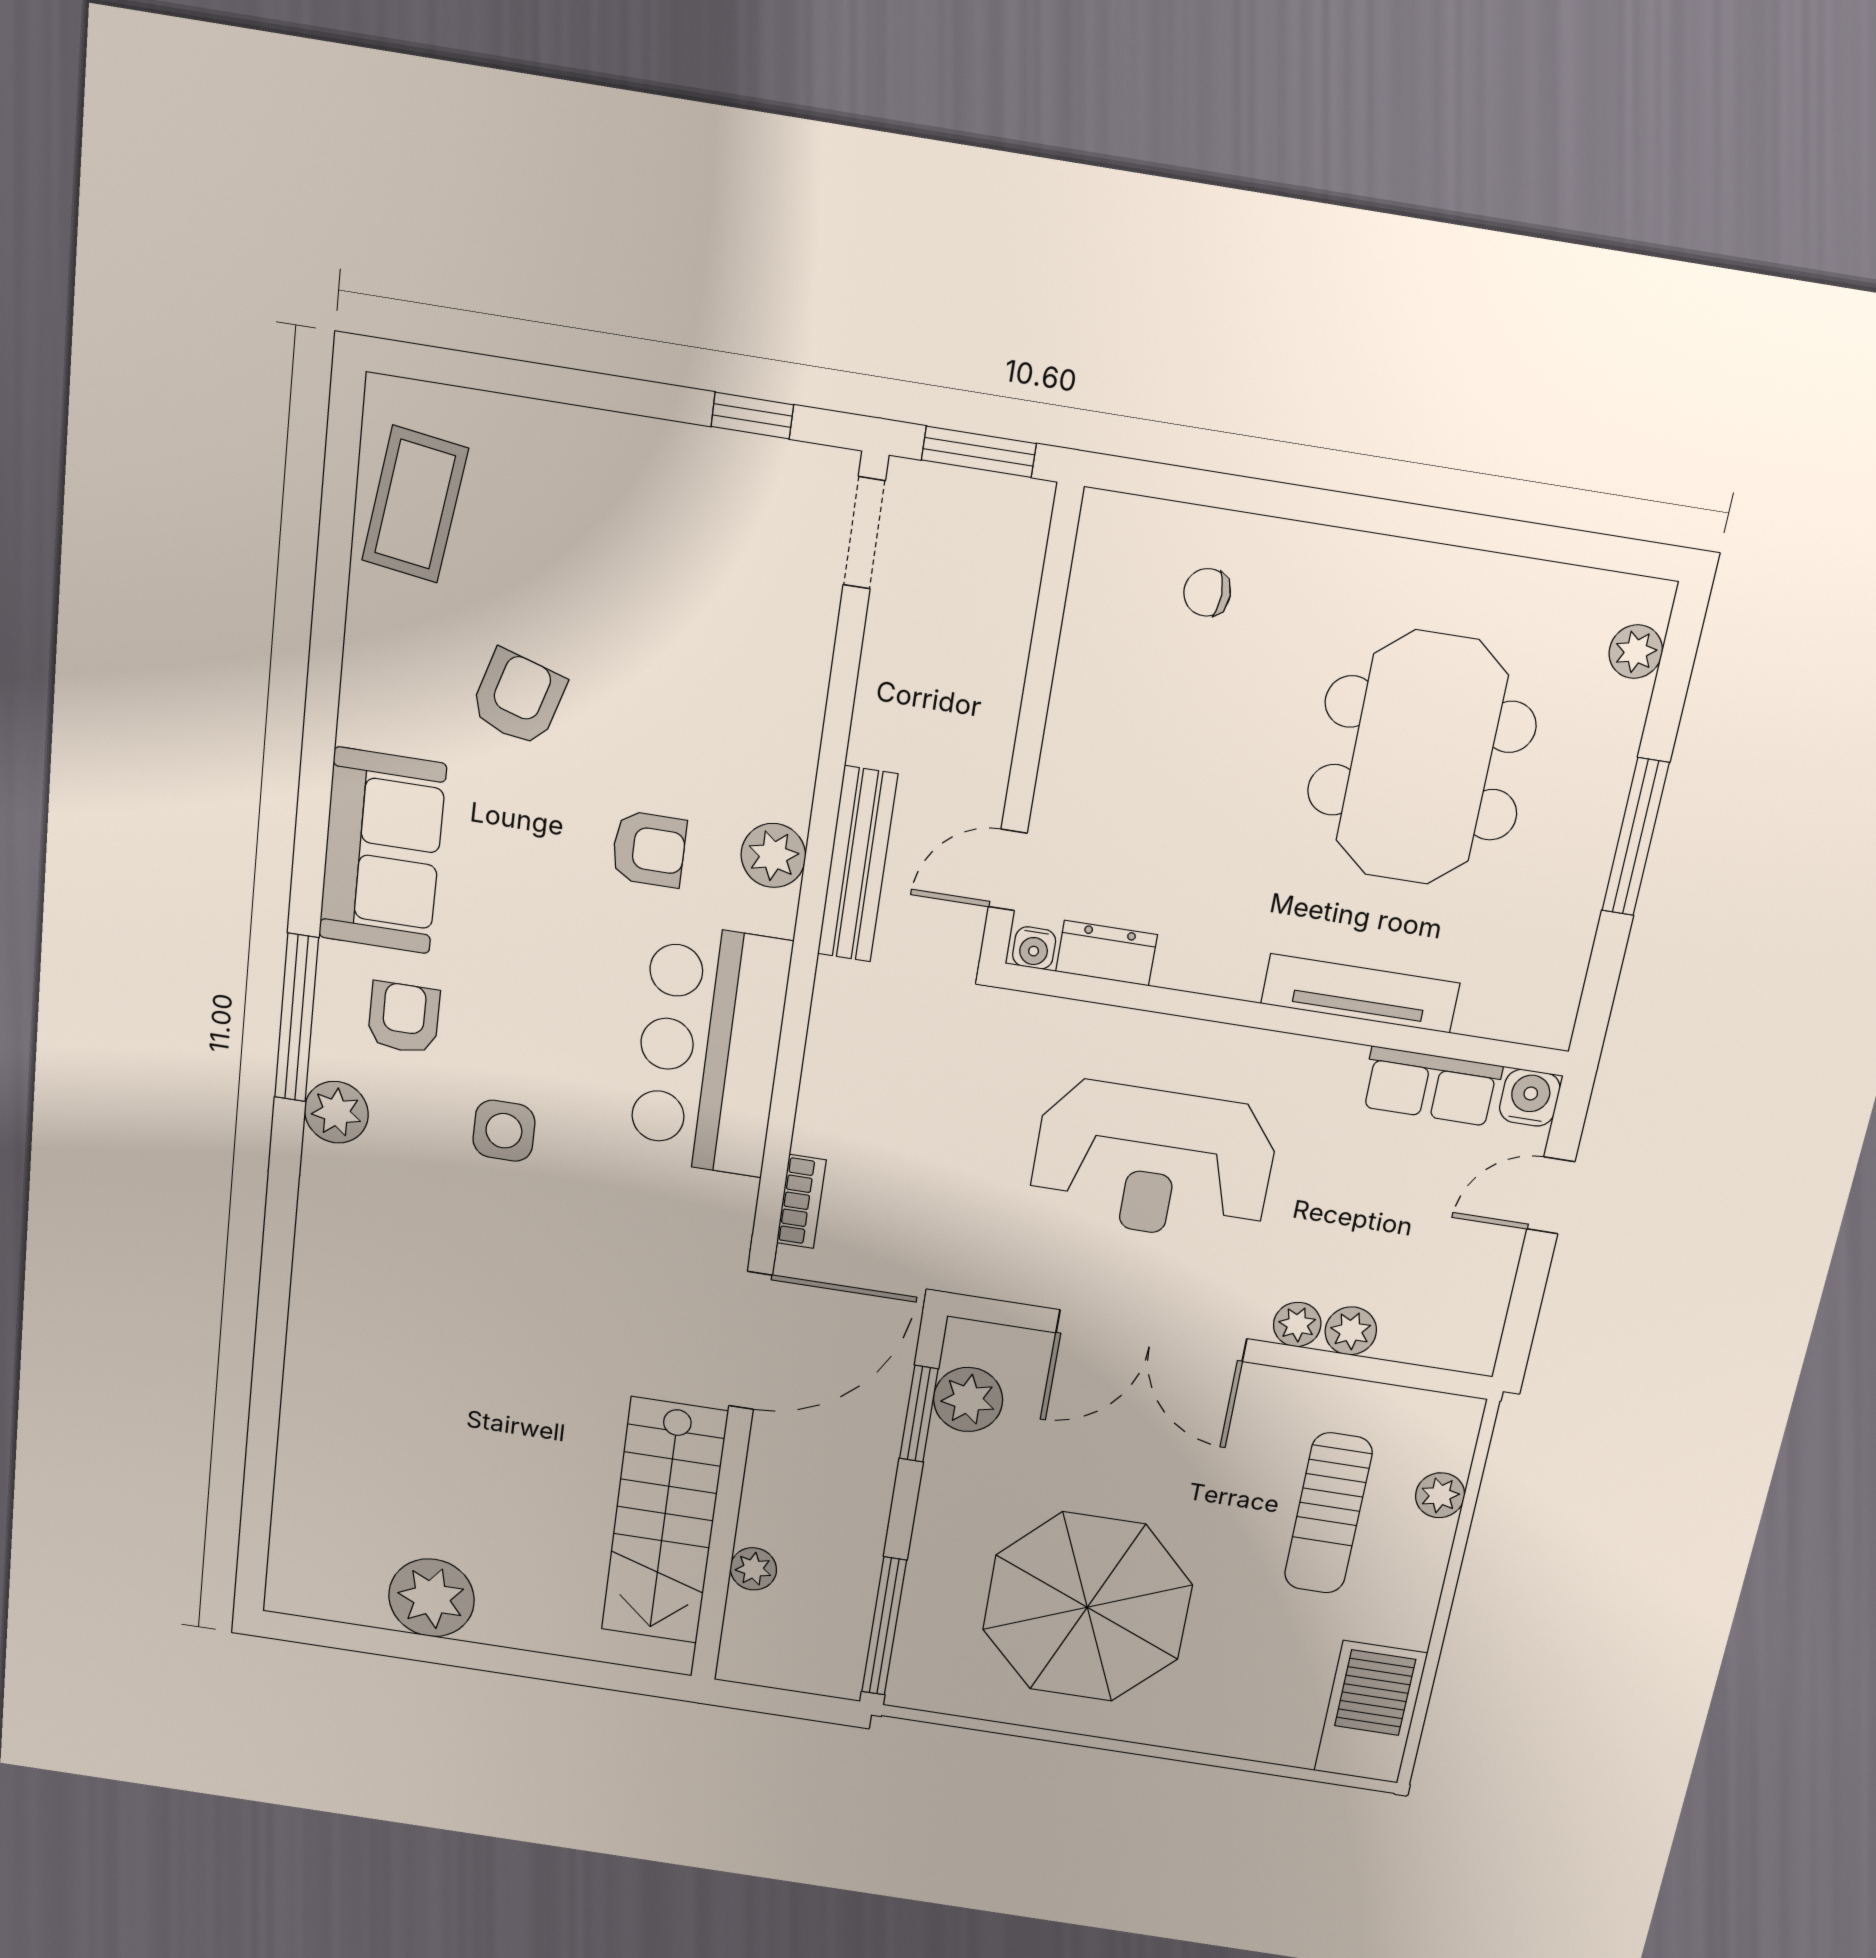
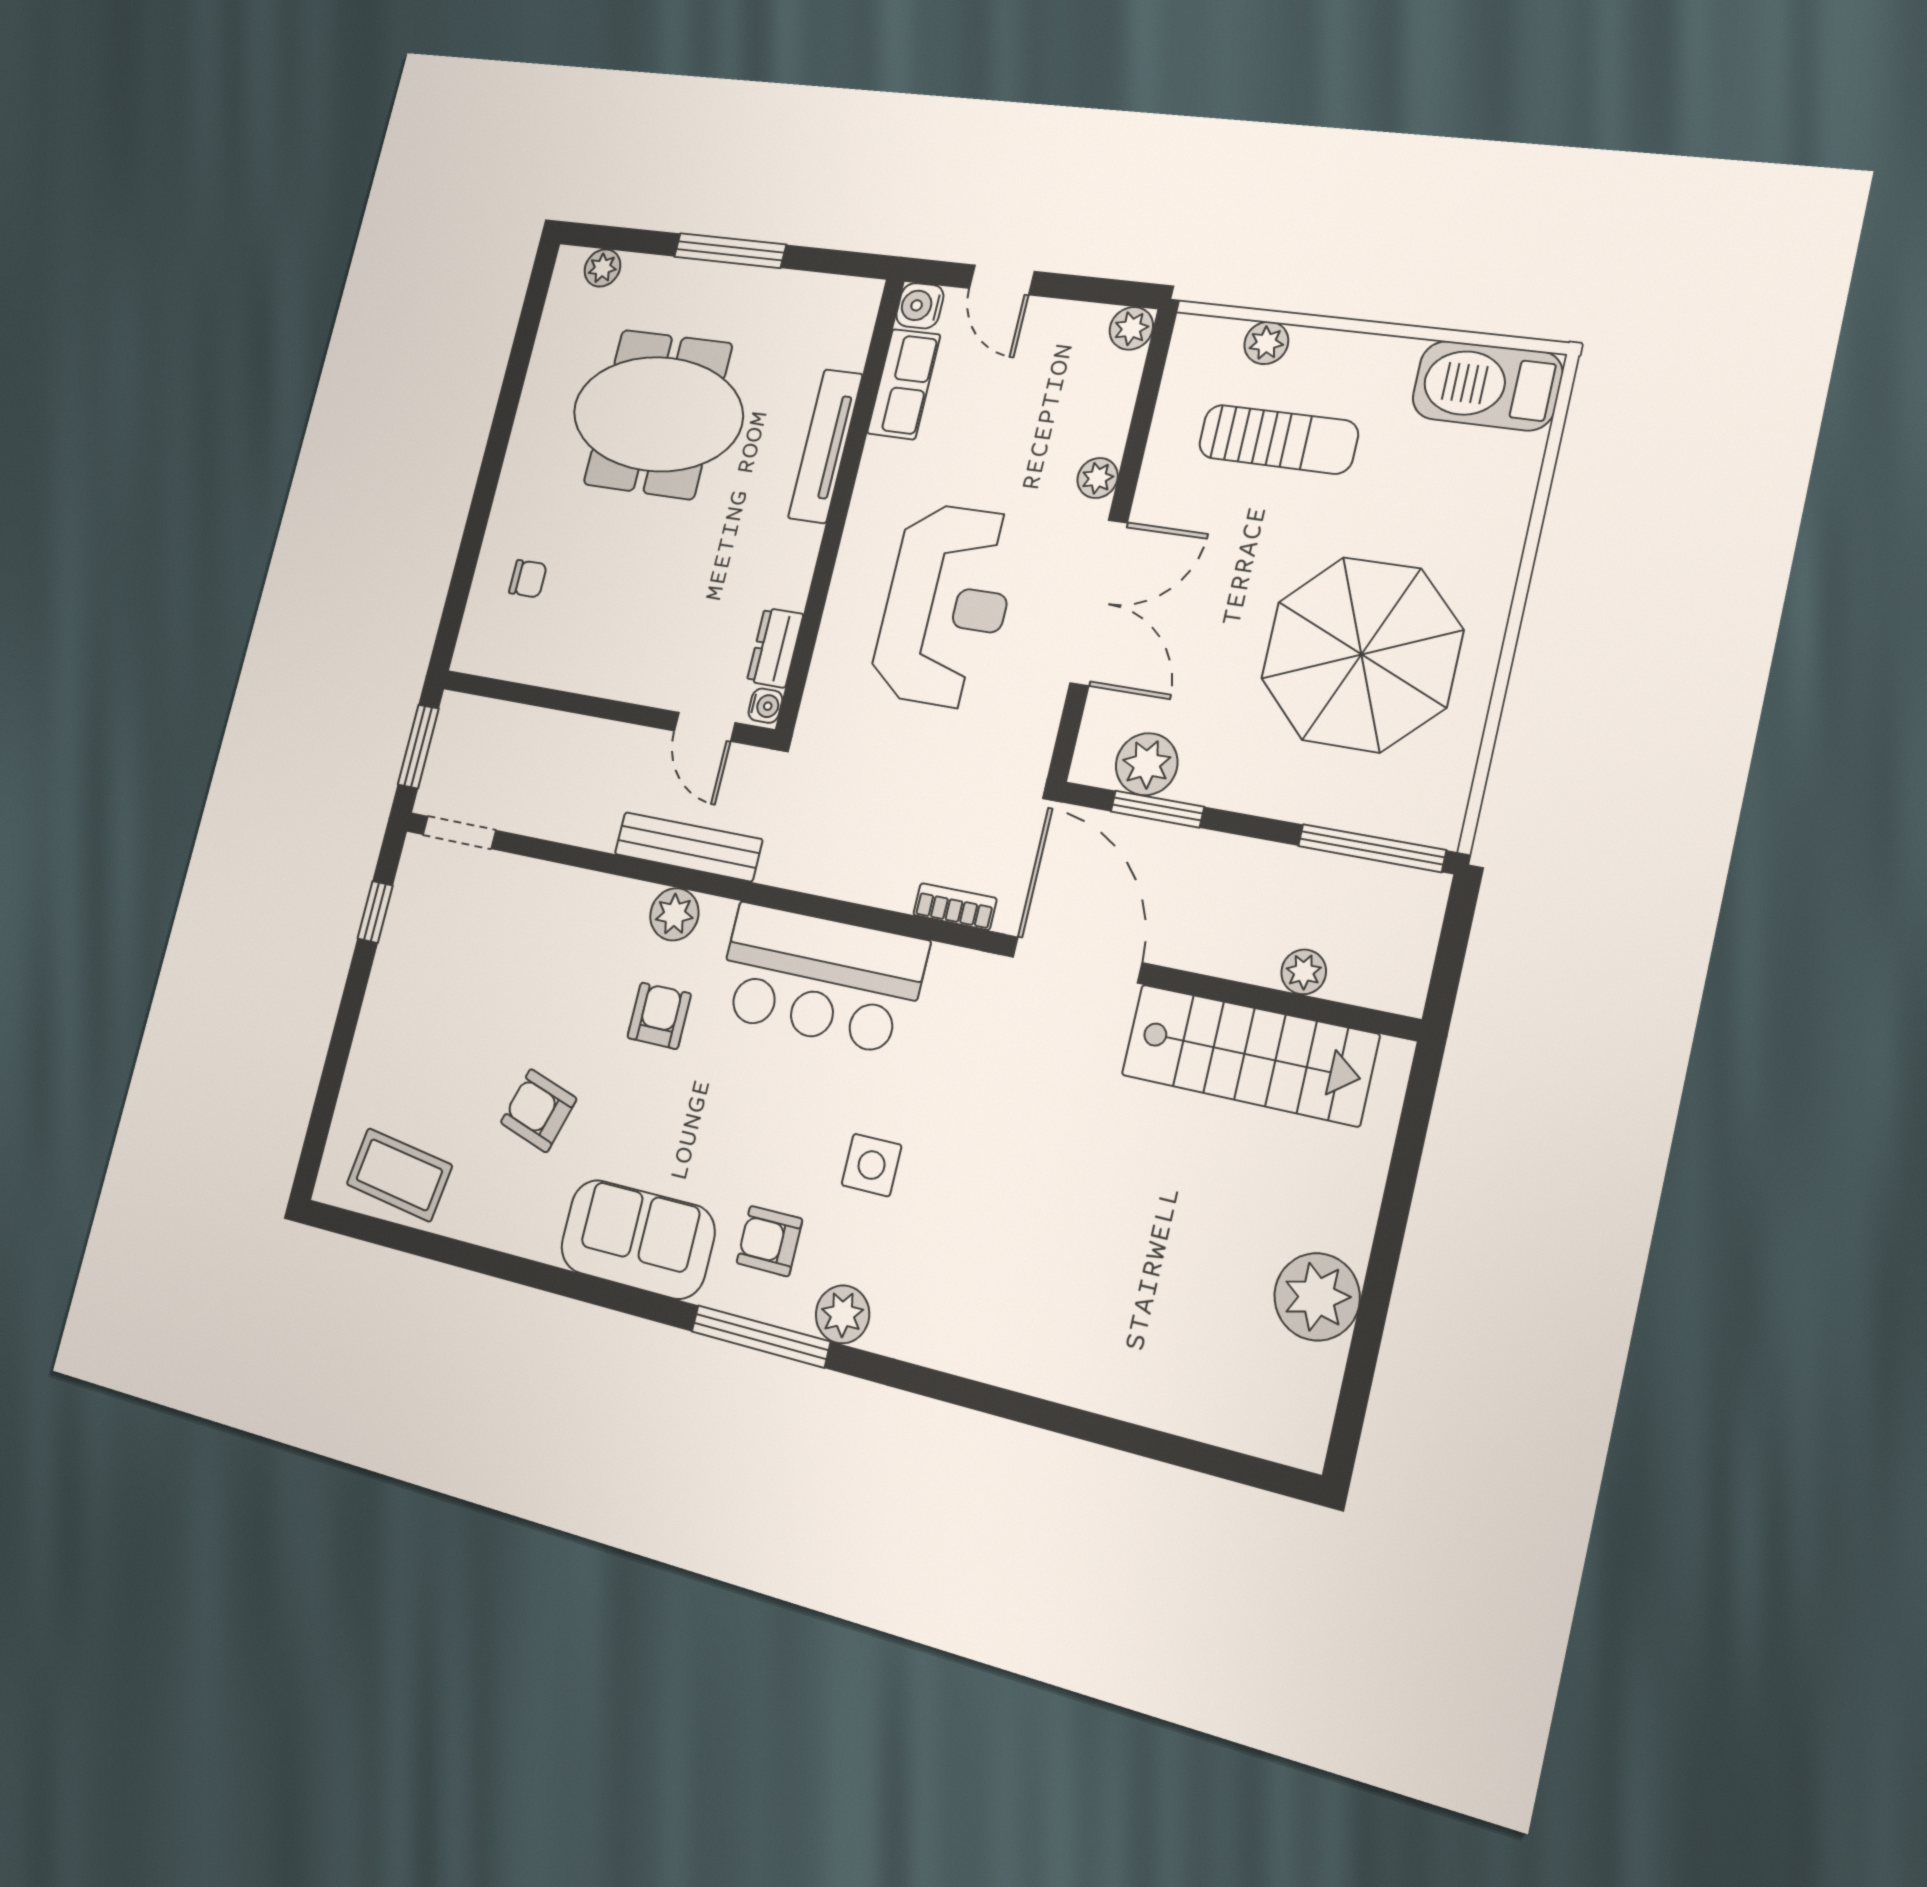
chair: (1207, 592) -> (528, 579), turned -90
plant: (1351, 1331) -> (1131, 328), moved

